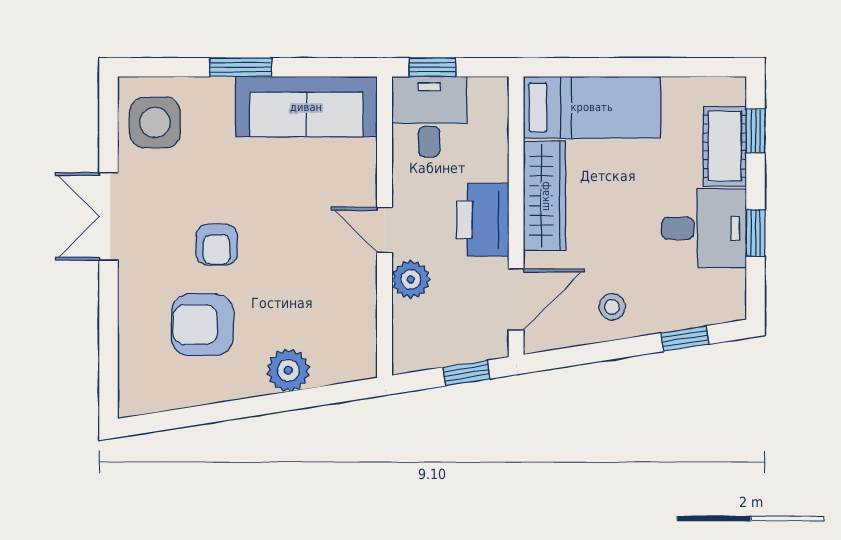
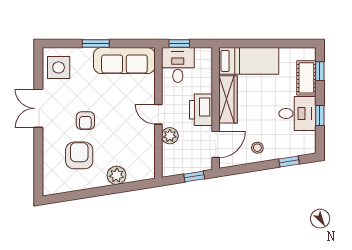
armchair: (202, 325) -> (79, 155), turned 90

